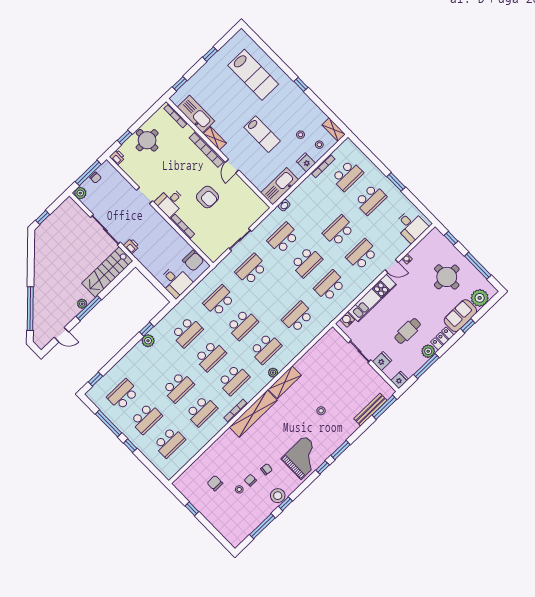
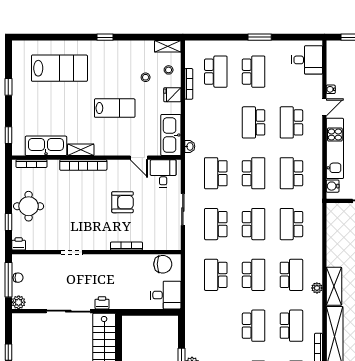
door: (232, 166) -> (139, 158), moved
desk: (170, 202) -> (163, 173), moved, turned 180
school desk: (187, 332) -> (254, 224), moved

